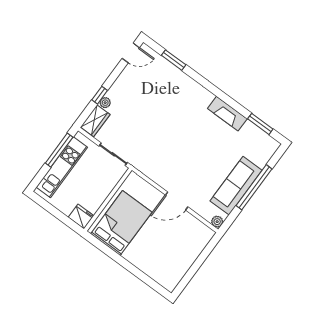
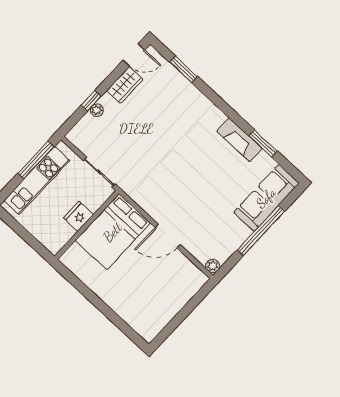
wardrobe: (95, 121) -> (125, 85), moved
window: (260, 124) -> (263, 143), moved
sofa: (236, 186) -> (266, 198), moved
fridge: (81, 216) -> (78, 216), moved, turned -90
bed: (121, 223) -> (113, 232), moved, turned 180

